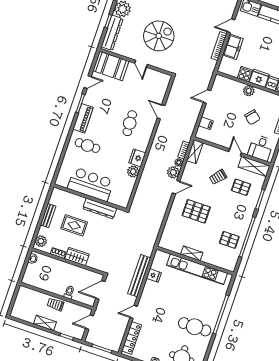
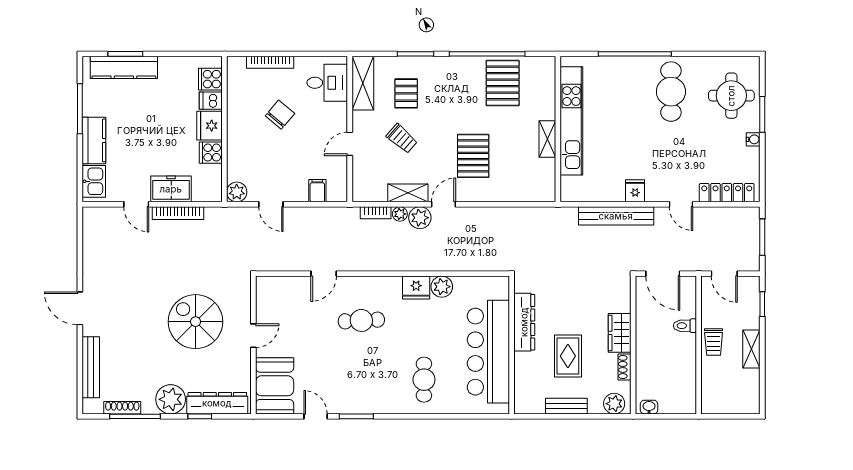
plant: (249, 91) -> (237, 192), moved
piano: (83, 118) -> (380, 403), removed
shelving: (195, 152) -> (408, 193), moved
door: (235, 152) -> (350, 144), moved
bar counter: (91, 184) -> (488, 352), width x1.36
door: (176, 187) -> (444, 204), hinge flipped
pallet: (229, 240) -> (503, 83), width x1.50, depth x1.42
fridge: (154, 275) -> (635, 191), moved

